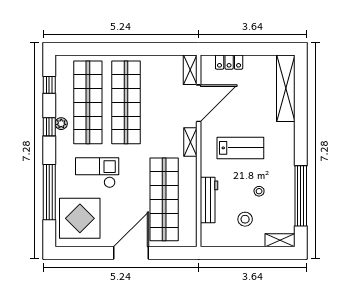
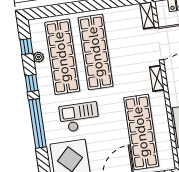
plant: (61, 124) -> (38, 57), moved
window: (49, 192) -> (38, 123), moved

